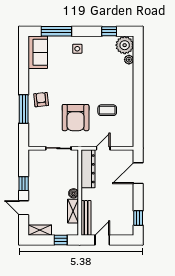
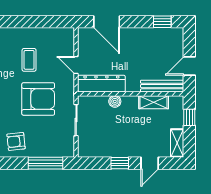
window: (24, 109) -> (46, 163), moved
boiler: (74, 193) -> (115, 101), moved
door: (102, 240) -> (189, 66), hinge flipped

